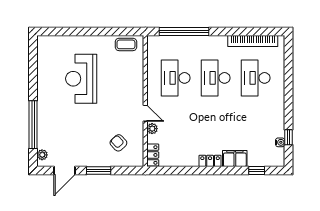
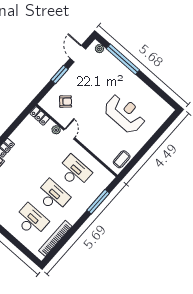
window: (184, 31) -> (98, 202), width x0.68
door: (145, 113) -> (69, 134), swing flipped

